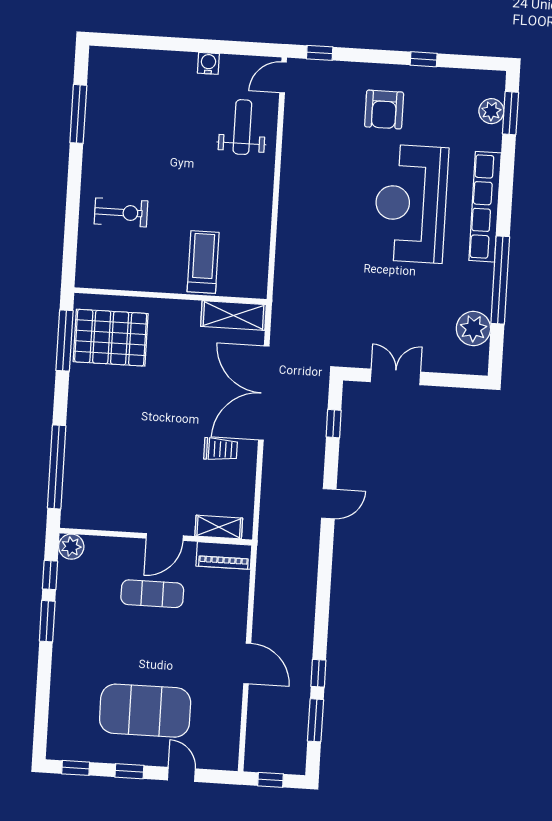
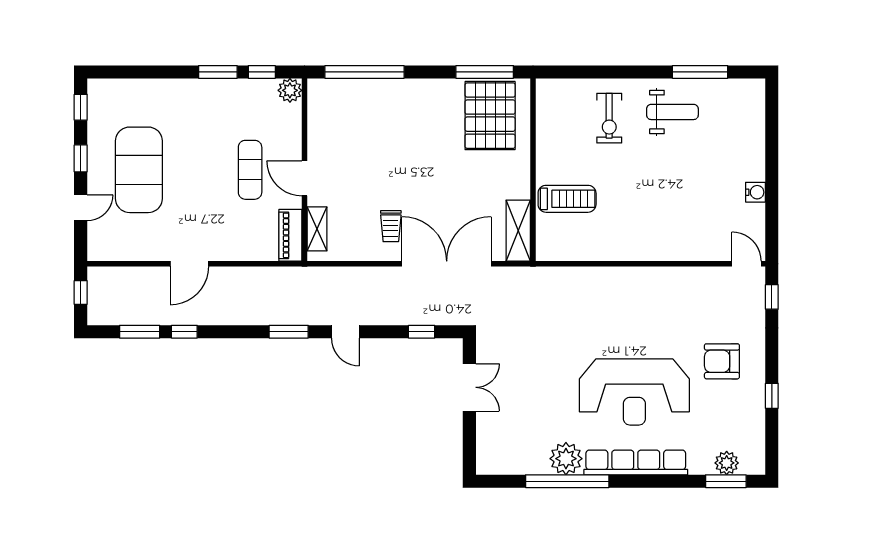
weight bench: (242, 127) -> (672, 112), moved
reception desk: (411, 204) -> (634, 392), turned 180
plant: (473, 329) -> (566, 459), moved
window: (325, 563) -> (289, 332), added

